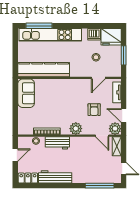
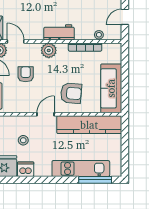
kitchen unit: (50, 35) -> (81, 169), width x0.73
door: (98, 78) -> (46, 114), moved
sofa: (26, 93) -> (111, 88), width x1.36
armchair: (58, 95) -> (71, 93), added
workbench: (57, 143) -> (59, 32), moved

